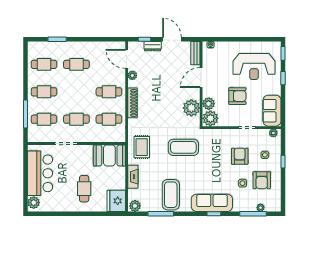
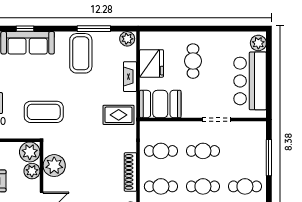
cafe table: (44, 119) -> (203, 186), moved
rug: (142, 147) -> (119, 115), turned 90
coffee table: (183, 147) -> (44, 112), moved
fridge: (116, 201) -> (152, 63), moved

